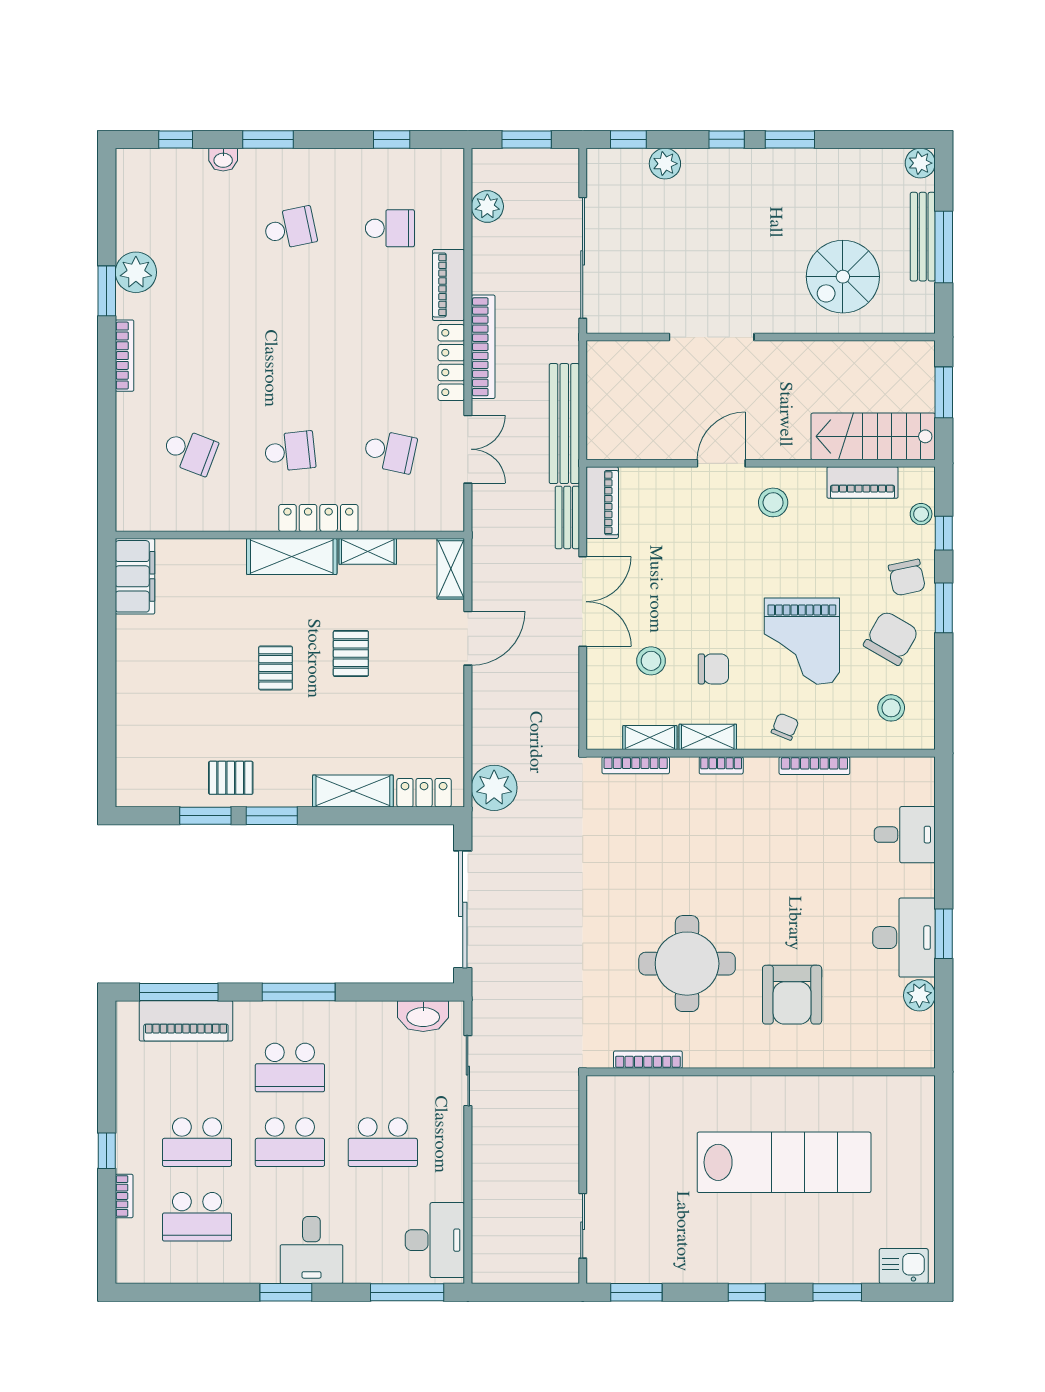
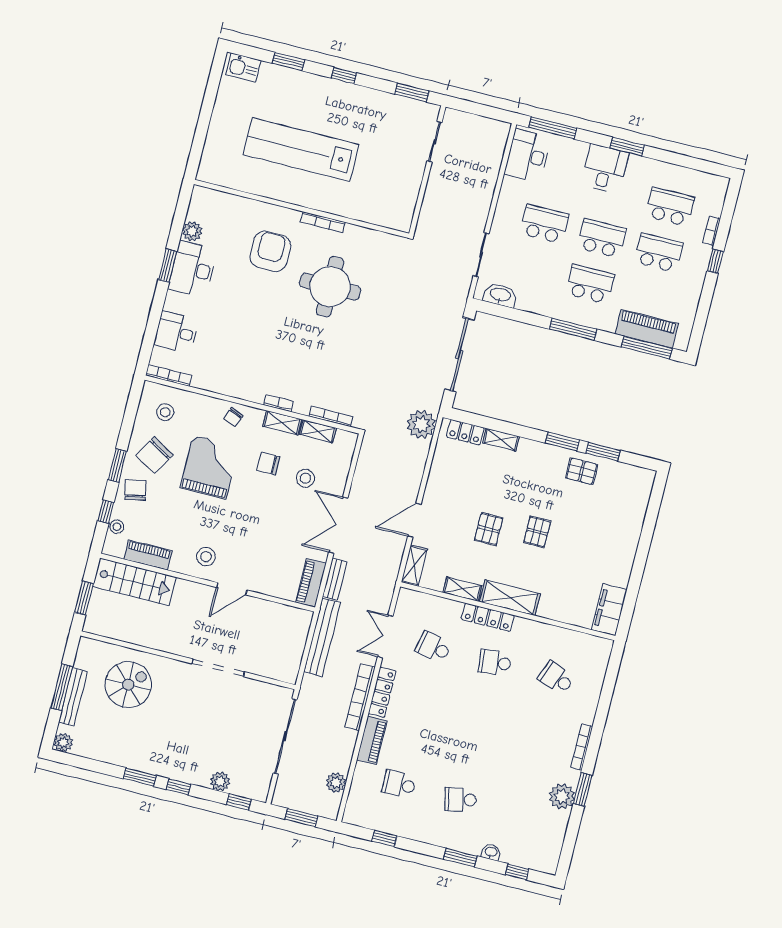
bookcase: (814, 766) -> (169, 375), moved
shelving: (353, 791) -> (501, 440), width x0.67, depth x0.75
bookcase: (648, 1060) -> (323, 222), moved

